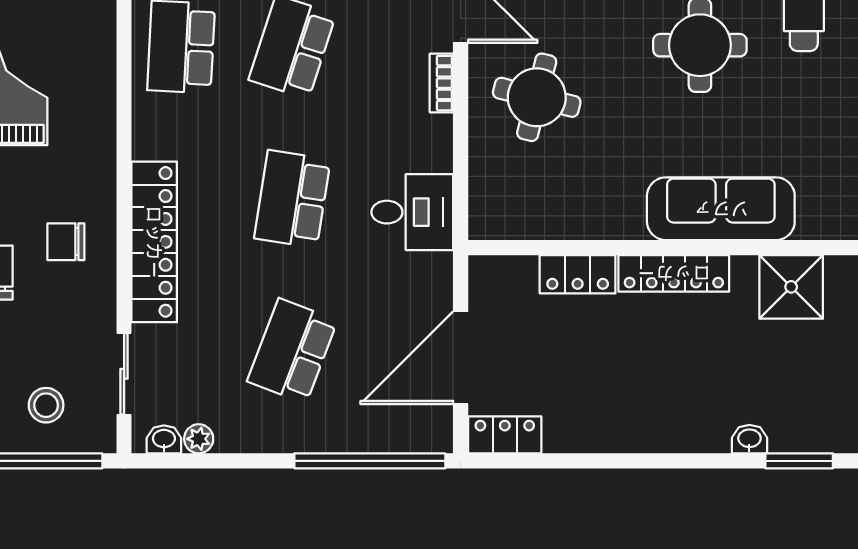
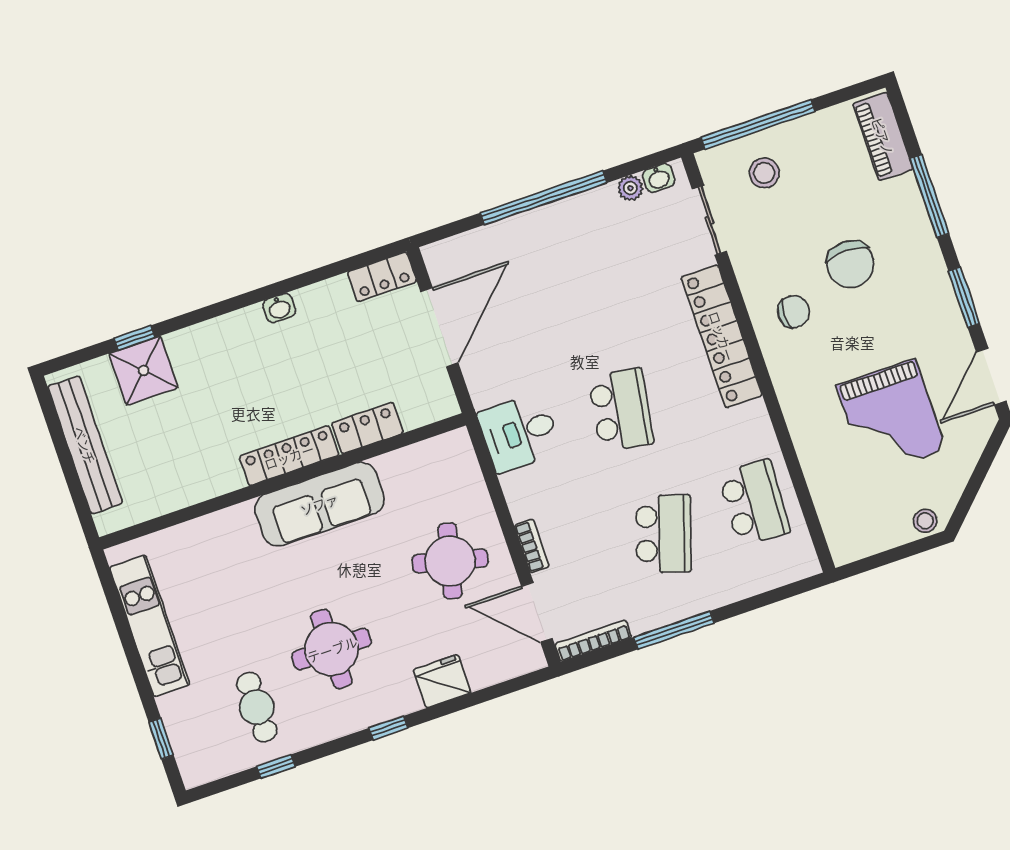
sofa: (721, 209) -> (319, 504), moved
shower: (791, 287) -> (143, 371), moved
school desk: (292, 351) -> (579, 286), removed
washbasin: (749, 439) -> (279, 308), moved
window: (370, 461) -> (543, 198), moved
window: (799, 461) -> (135, 338), width x0.67

